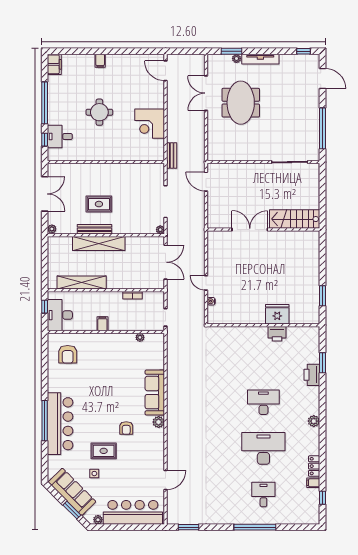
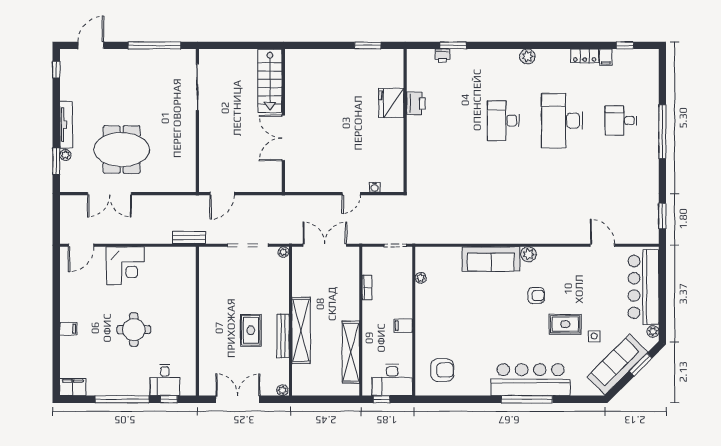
corner desk: (150, 124) -> (125, 266), moved
printer: (312, 375) -> (442, 56), moved, width x0.53, depth x0.68
rug: (104, 451) -> (565, 324), turned 90

